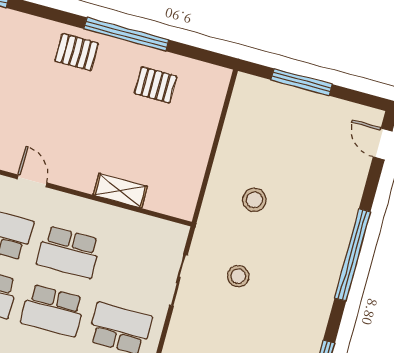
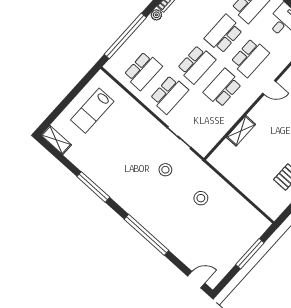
school desk: (53, 310) -> (196, 64), turned 180

